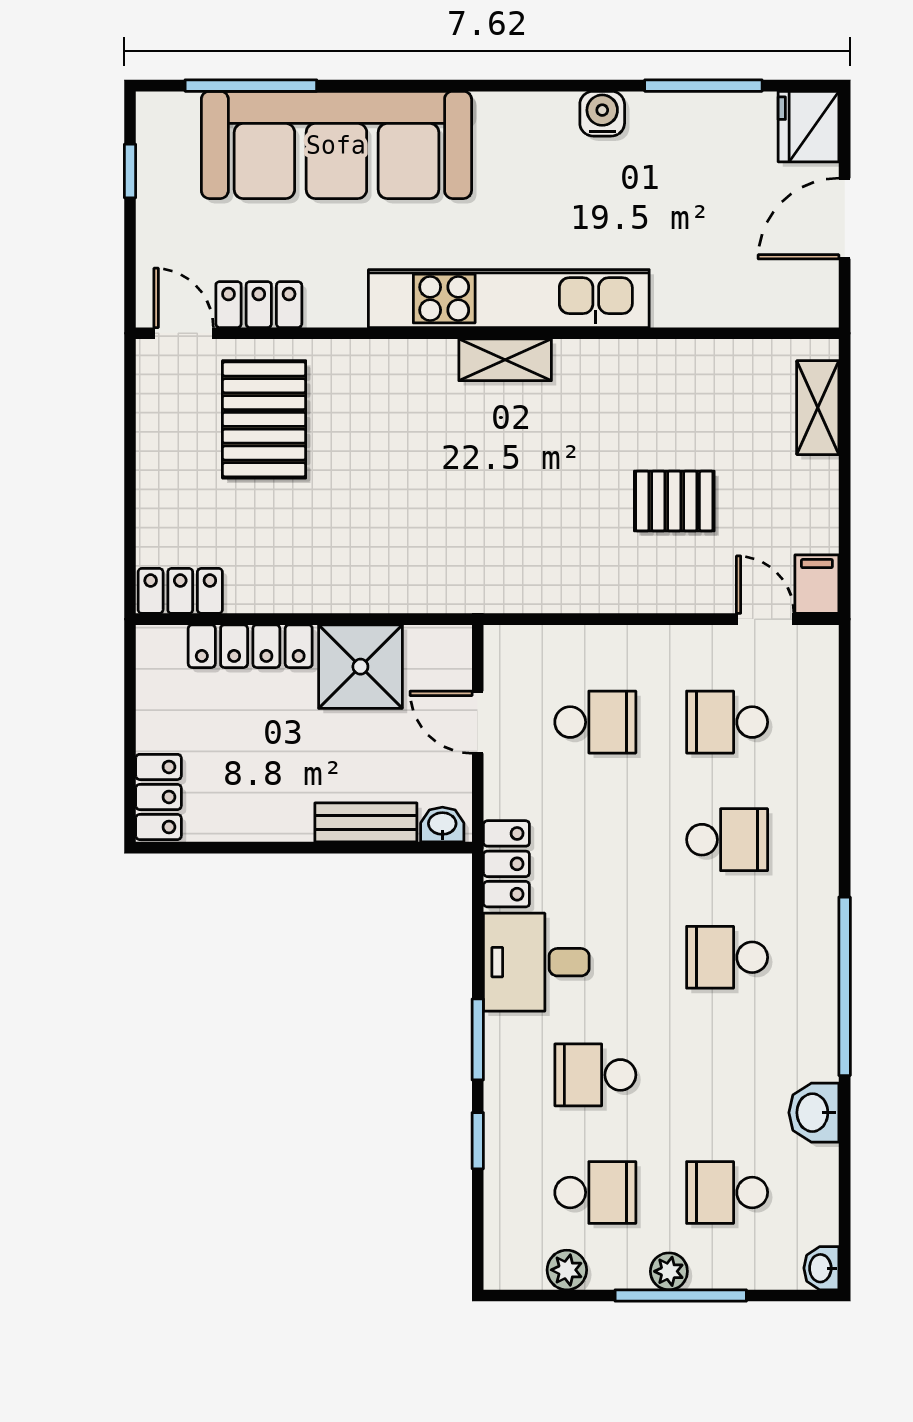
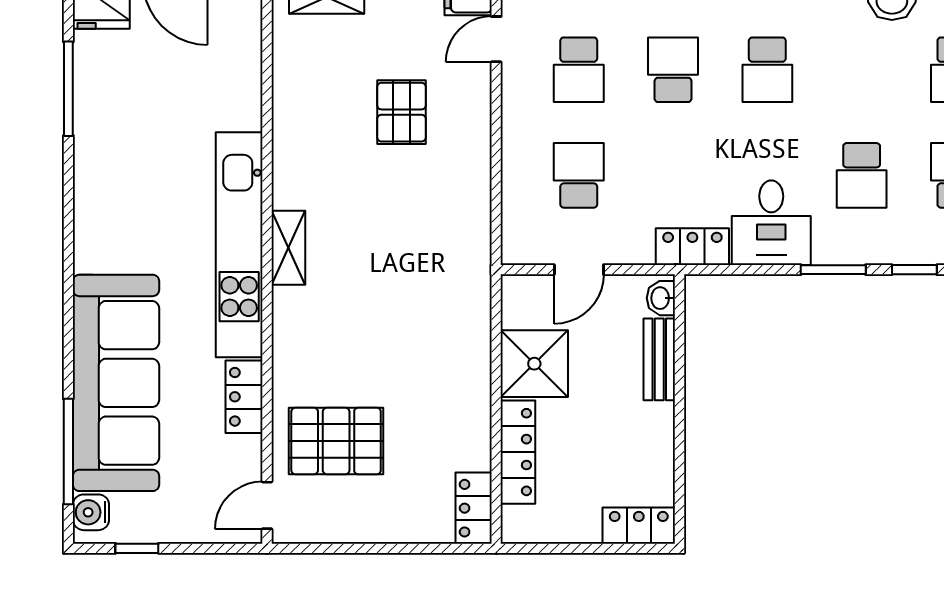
water cooler: (602, 114) -> (91, 512), moved
locker: (259, 305) -> (244, 397), moved

